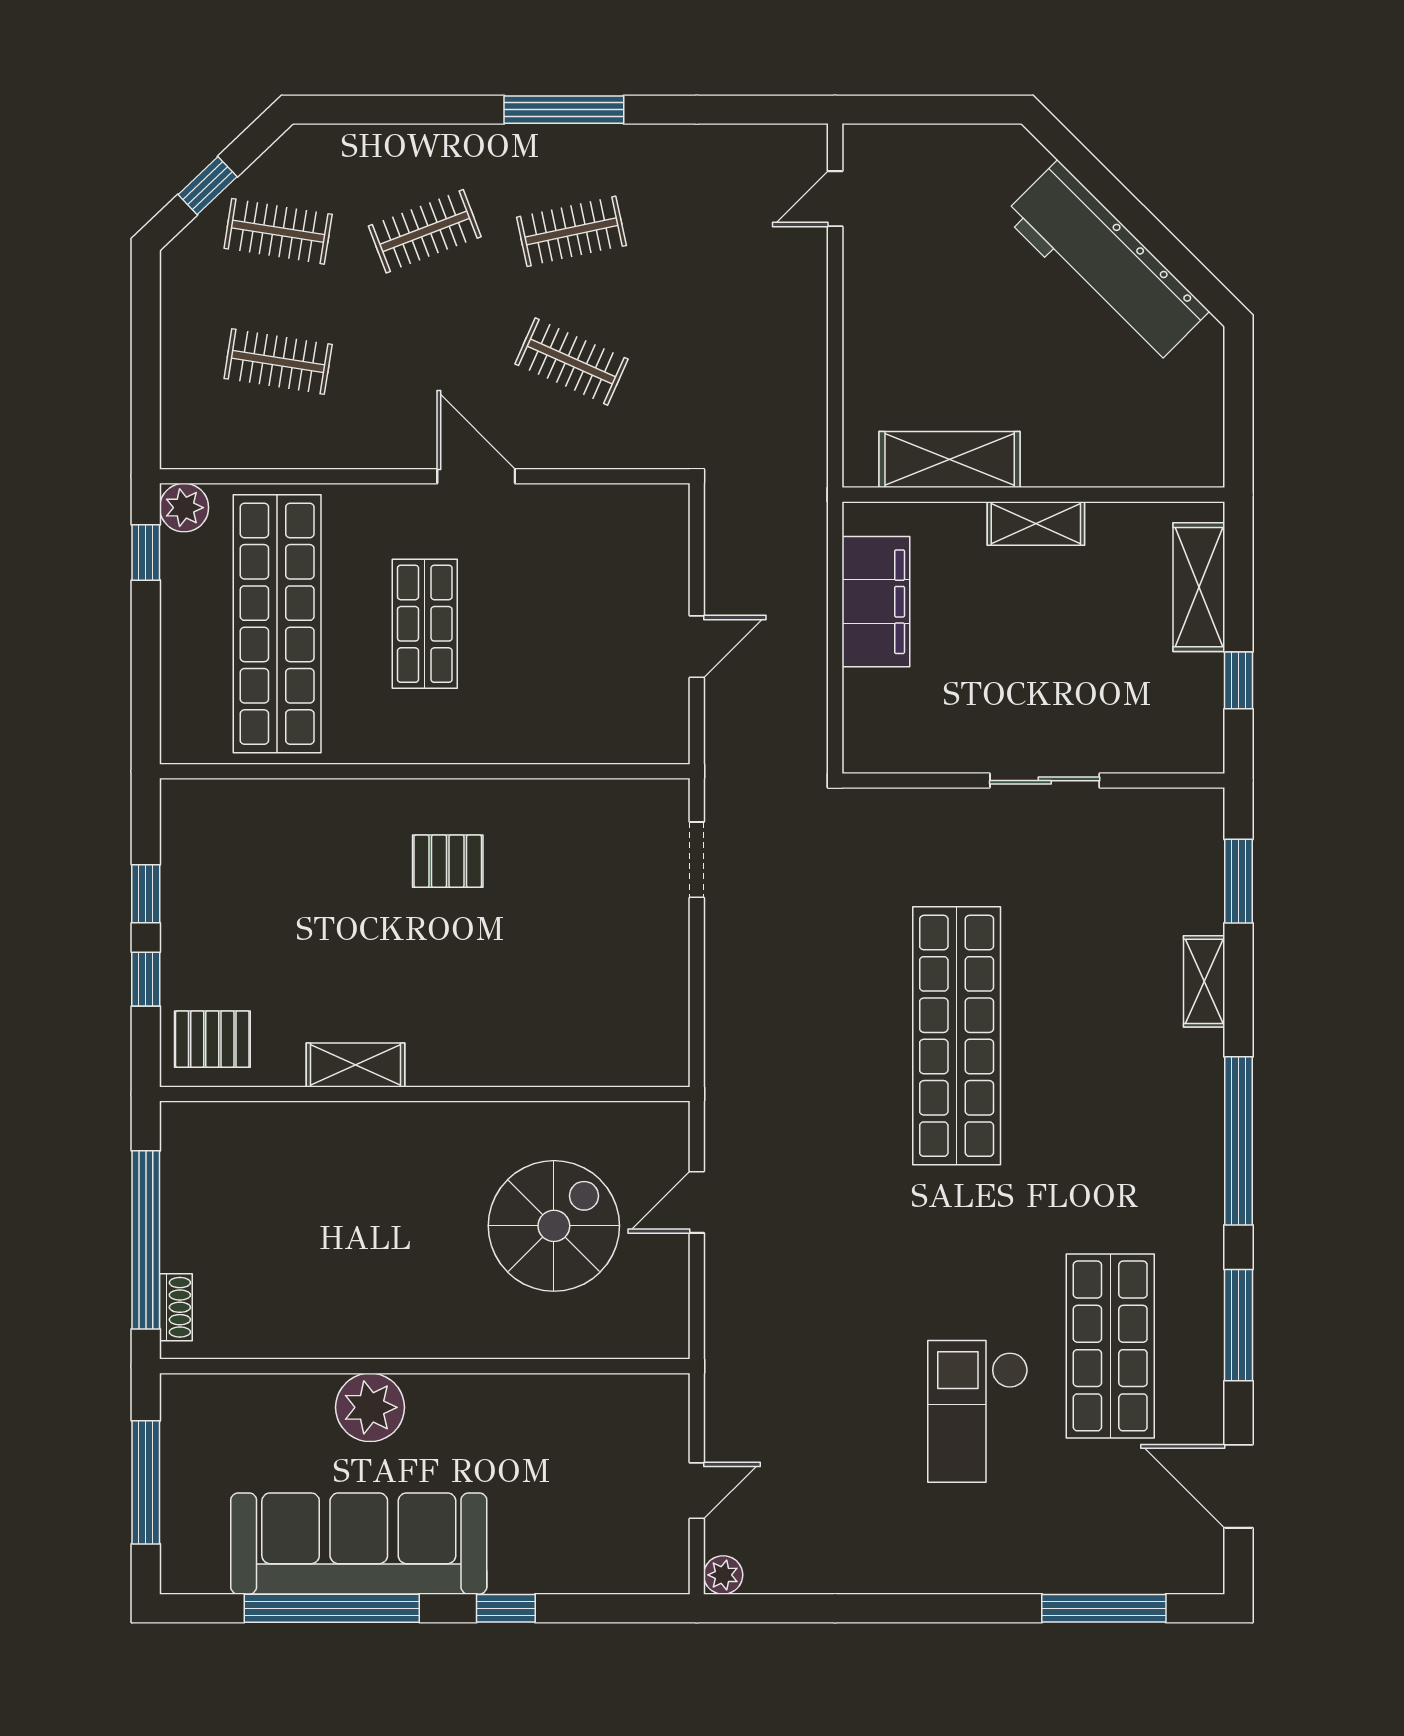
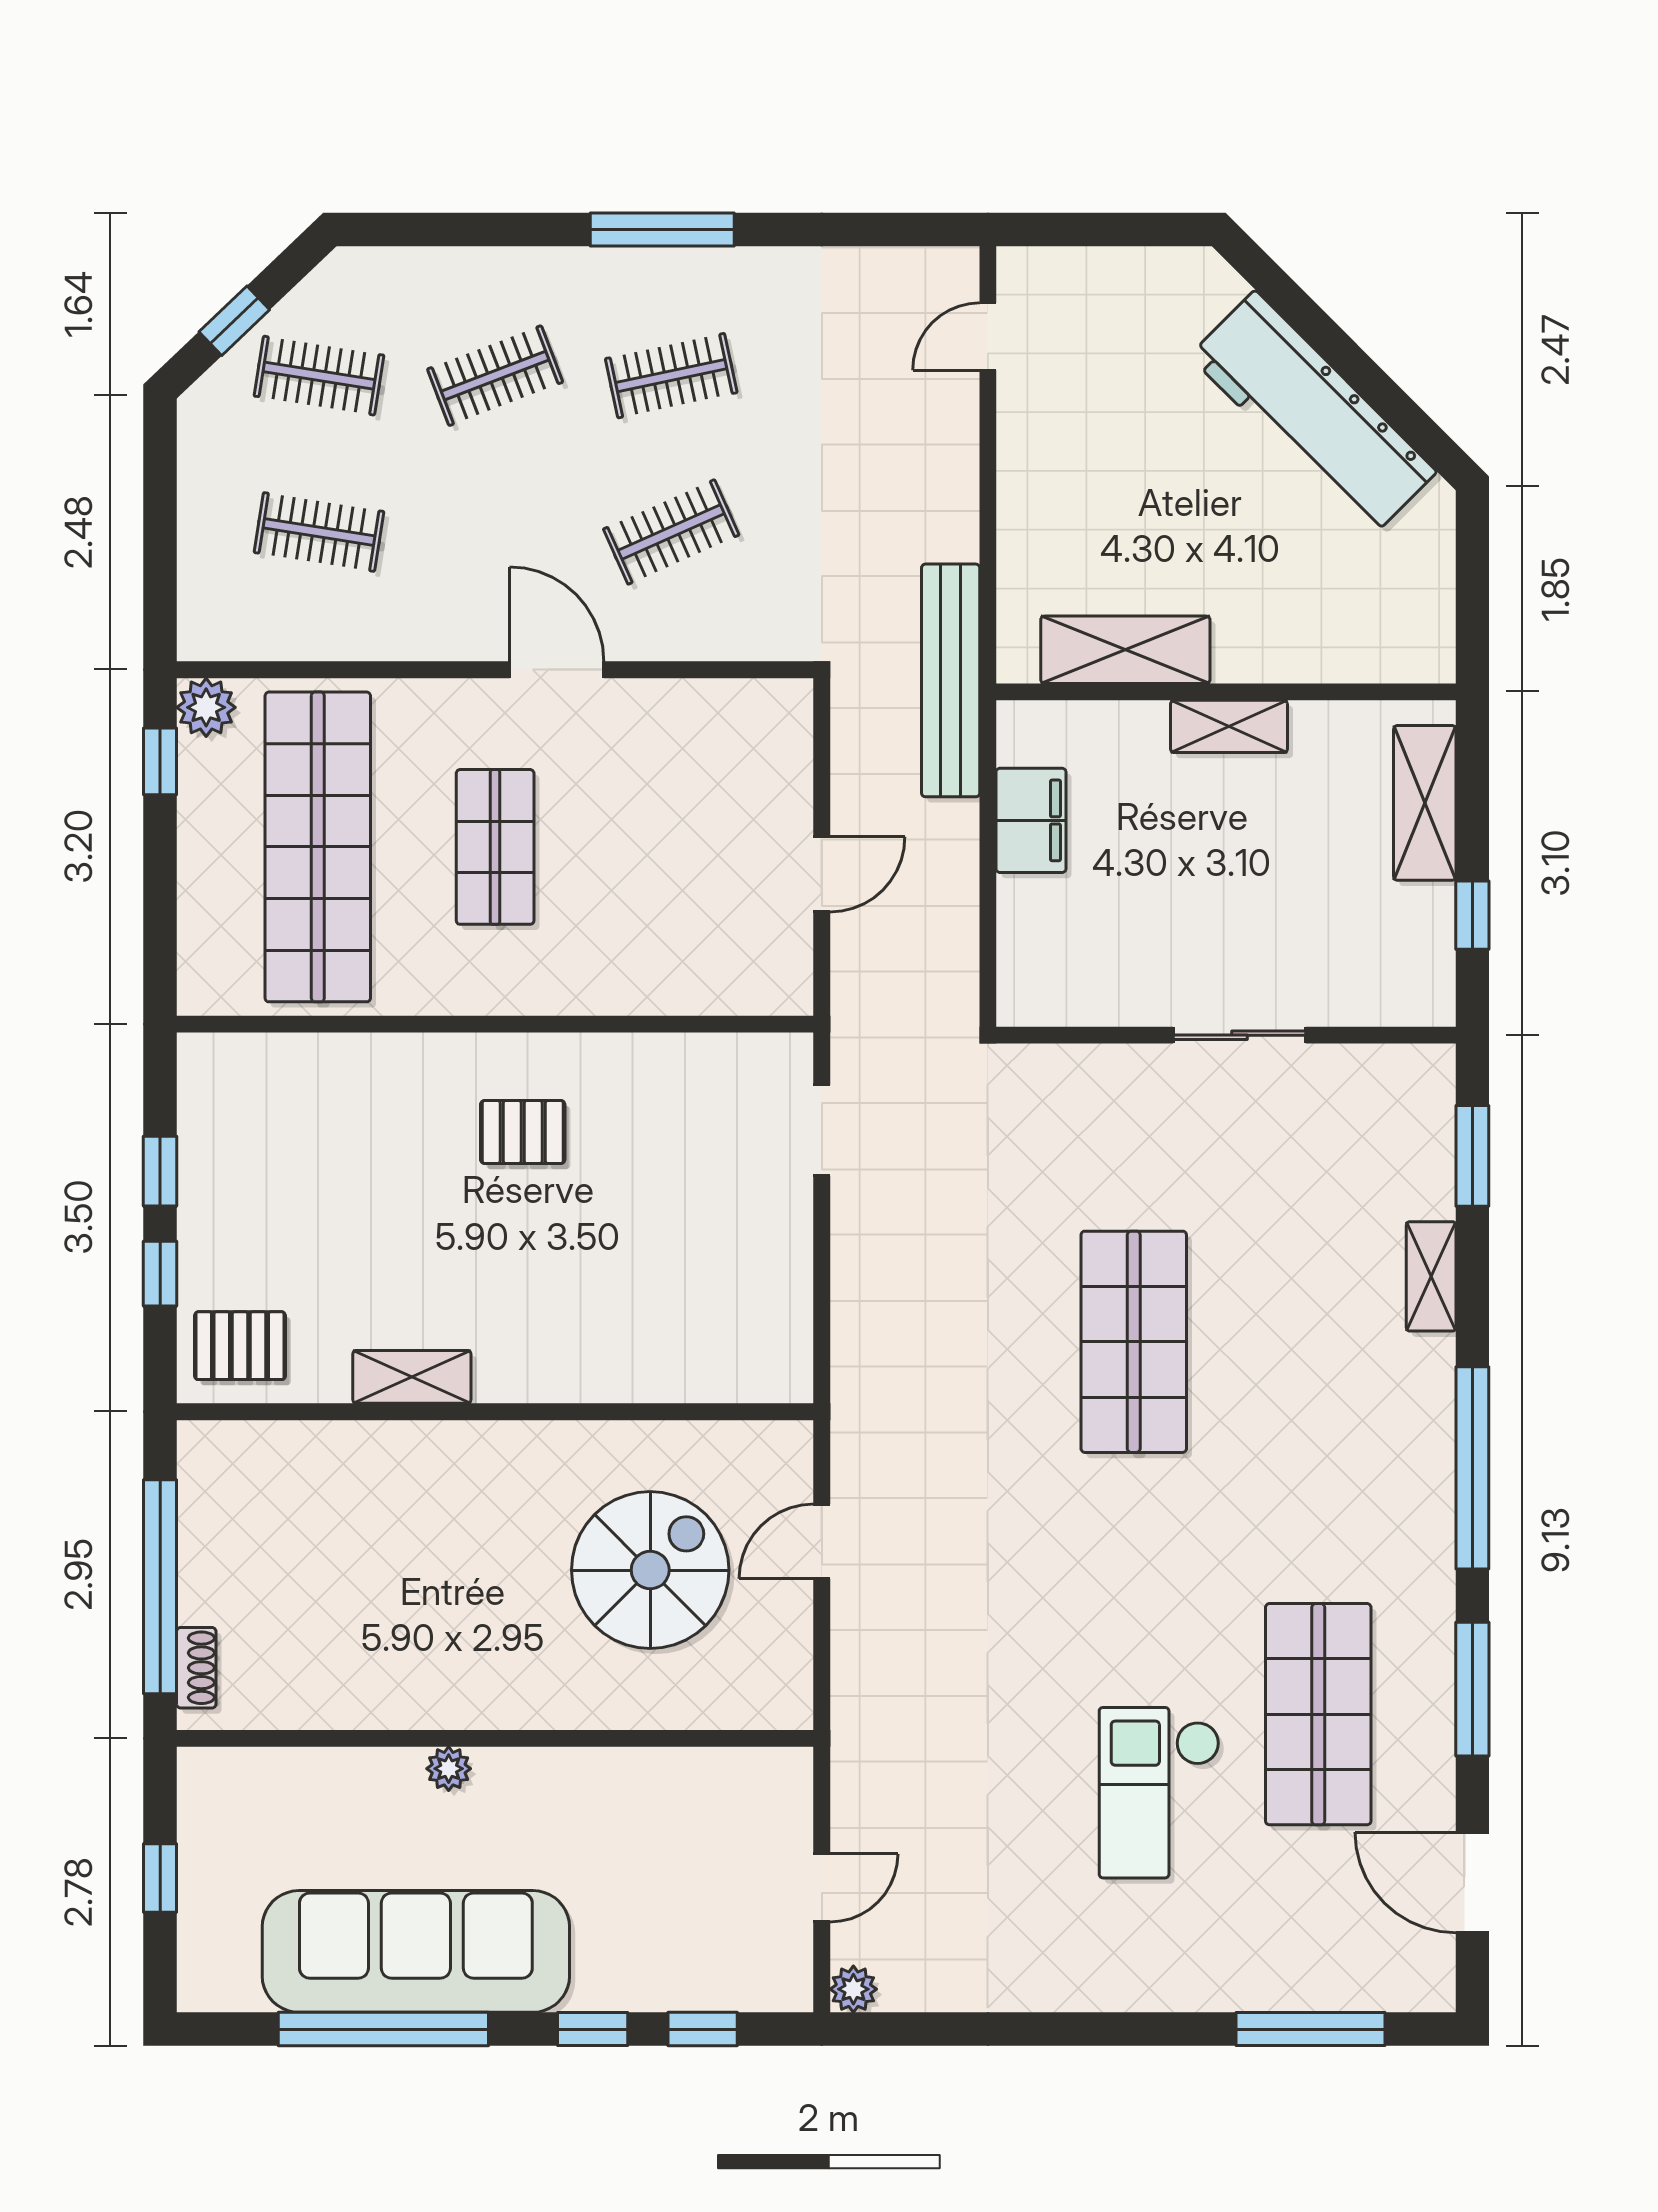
clothes rail: (571, 361) -> (671, 532), turned -48
bench: (804, 485) -> (951, 680), added
filing cabinet: (876, 602) -> (1031, 820), width x0.67, depth x0.86
shop shelf: (957, 1036) -> (1134, 1342), width x0.71
plant: (370, 1407) -> (449, 1769), width x0.53, depth x0.53
window: (146, 1482) -> (160, 1878), width x0.46
window: (598, 1608) -> (703, 2029), added

